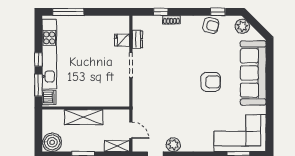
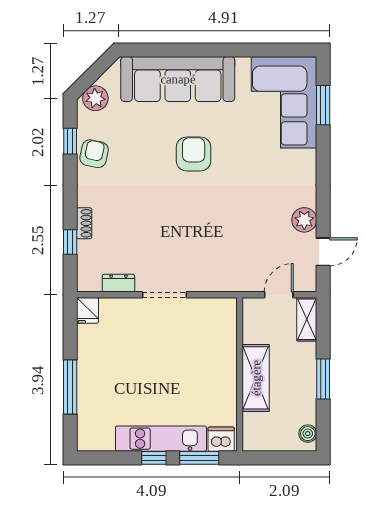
window: (68, 12) -> (70, 387), moved
fridge: (122, 40) -> (87, 310), moved
kitchen unit: (49, 54) -> (161, 439), width x0.73
boiler: (52, 142) -> (308, 434), width x0.54, depth x0.54

